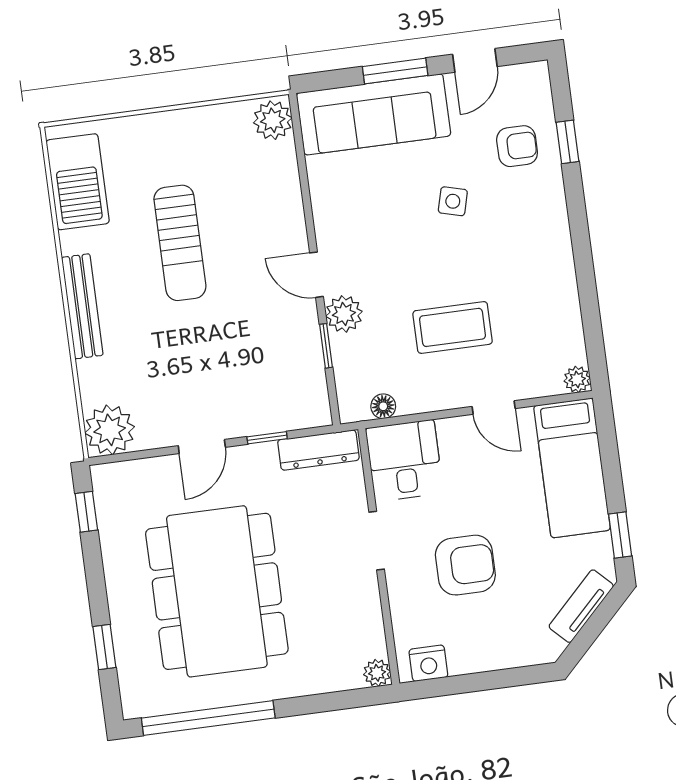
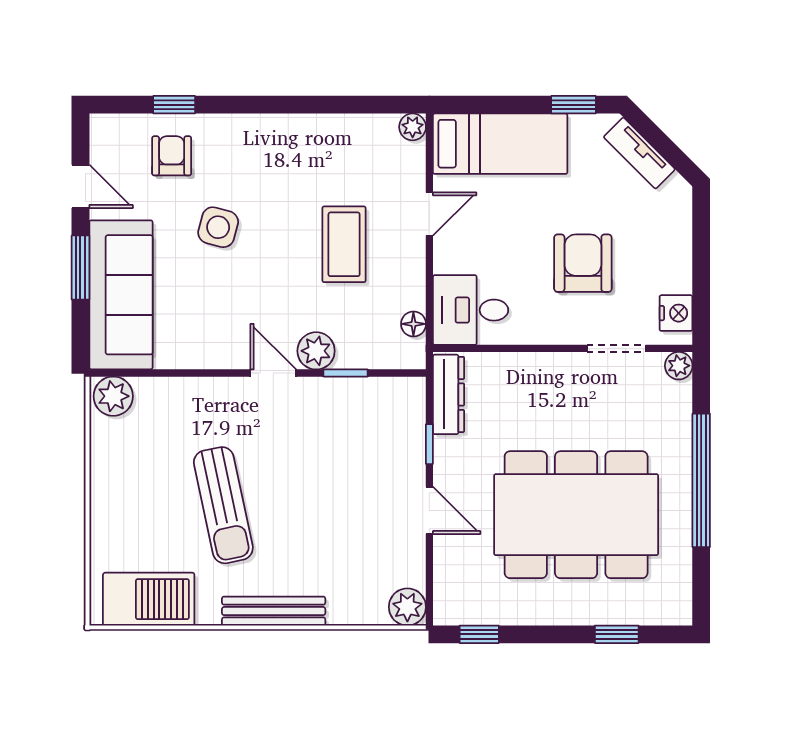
side table: (453, 201) -> (218, 227), width x1.37, depth x1.37
sun lounger: (180, 243) -> (223, 505), turned 78
door: (317, 275) -> (273, 373), swing flipped
plant: (110, 430) -> (407, 607), width x0.73, depth x0.73
doorway: (377, 541) -> (616, 348), moved
window: (208, 718) -> (701, 480), moved

